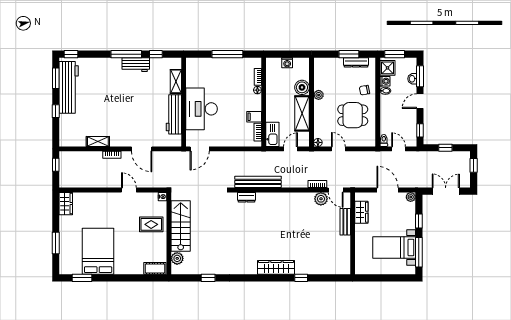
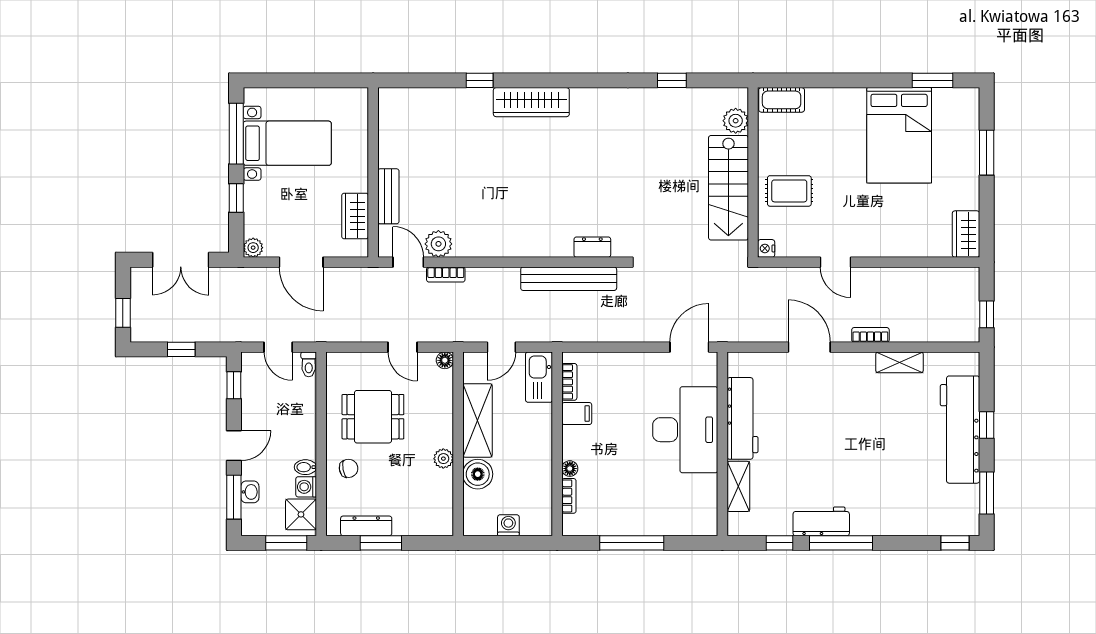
workbench: (69, 87) -> (960, 430), moved

